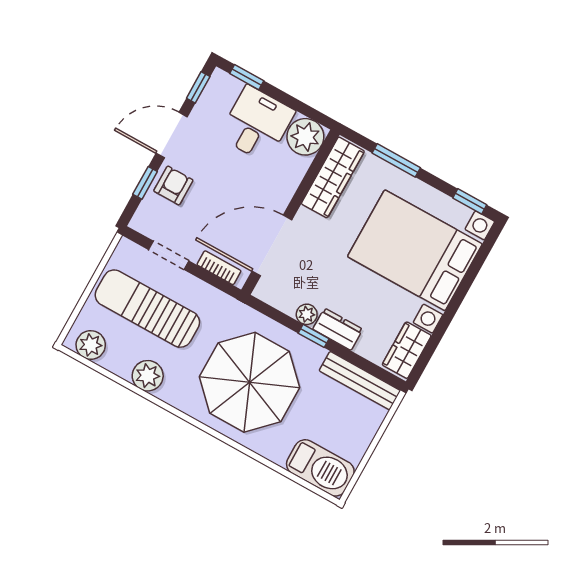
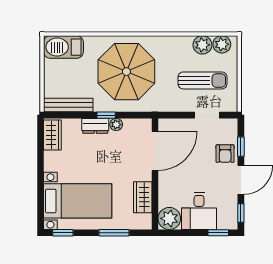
wardrobe: (333, 177) -> (143, 197), width x0.67
bed with nightstands: (415, 250) -> (78, 201), width x0.73
bookcase: (219, 268) -> (177, 123), removed
sun lounger: (147, 309) -> (202, 80), width x0.73, depth x0.75
plant: (148, 376) -> (202, 45), moved

